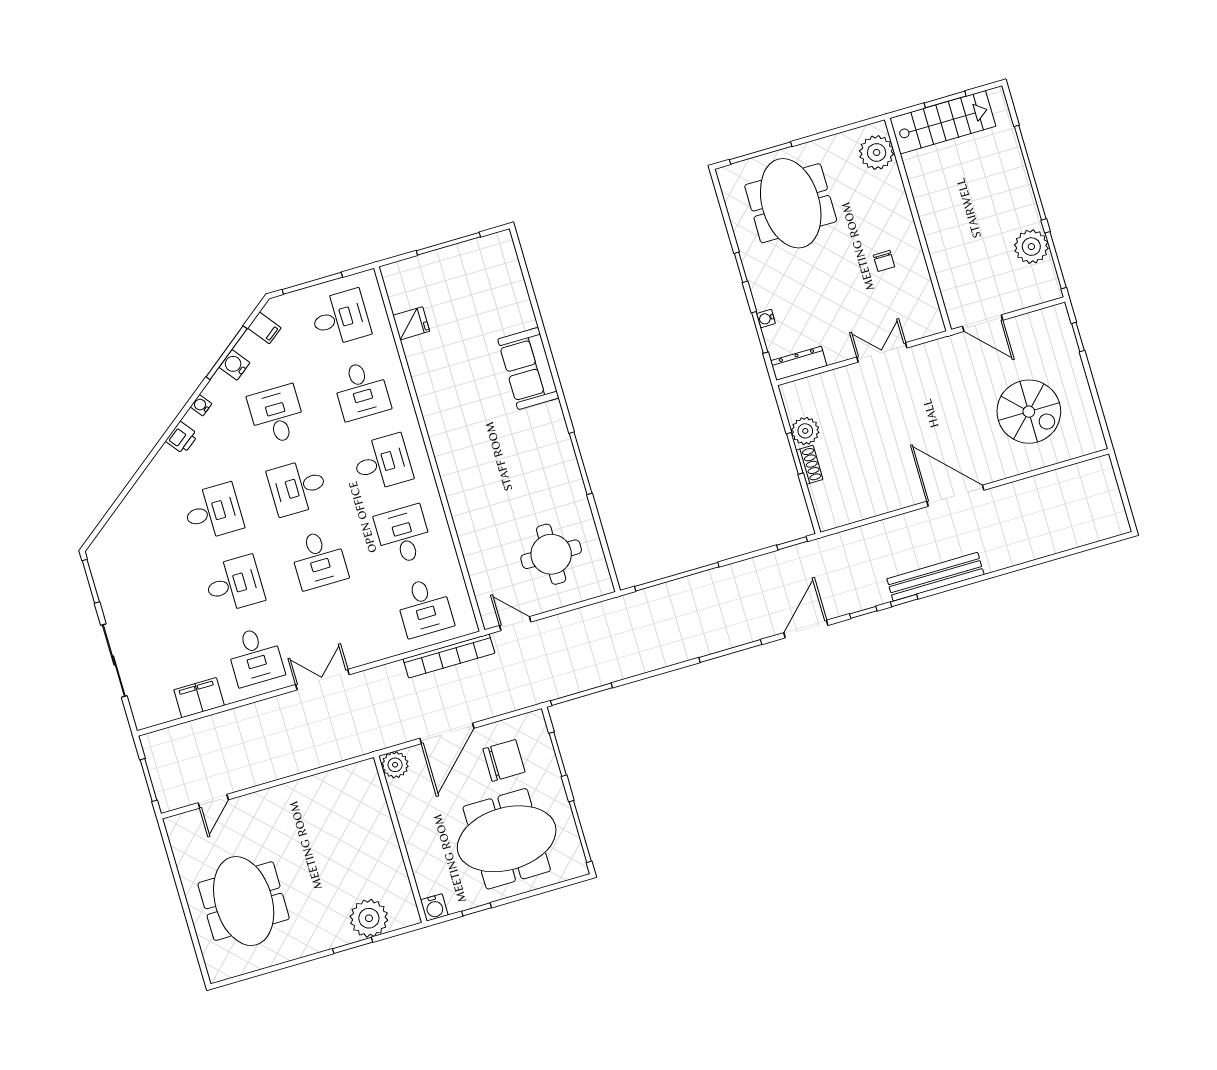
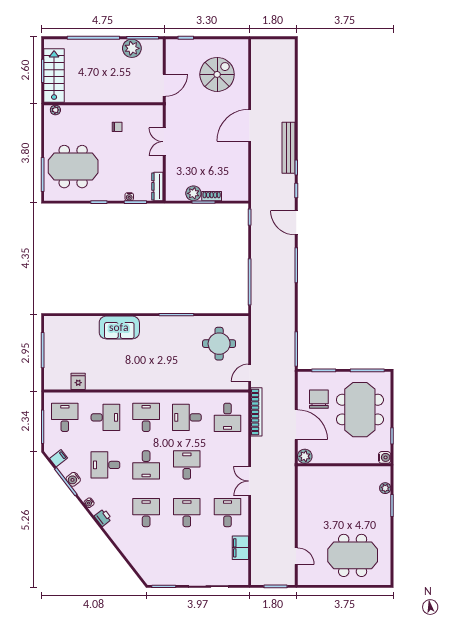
plant: (877, 153) -> (55, 110), width x0.53, depth x0.53
desk: (319, 560) -> (187, 465), turned -90
desk: (424, 607) -> (227, 417), turned 90
desk: (255, 656) -> (227, 513), turned -90
plant: (369, 918) -> (385, 488), width x0.53, depth x0.53

